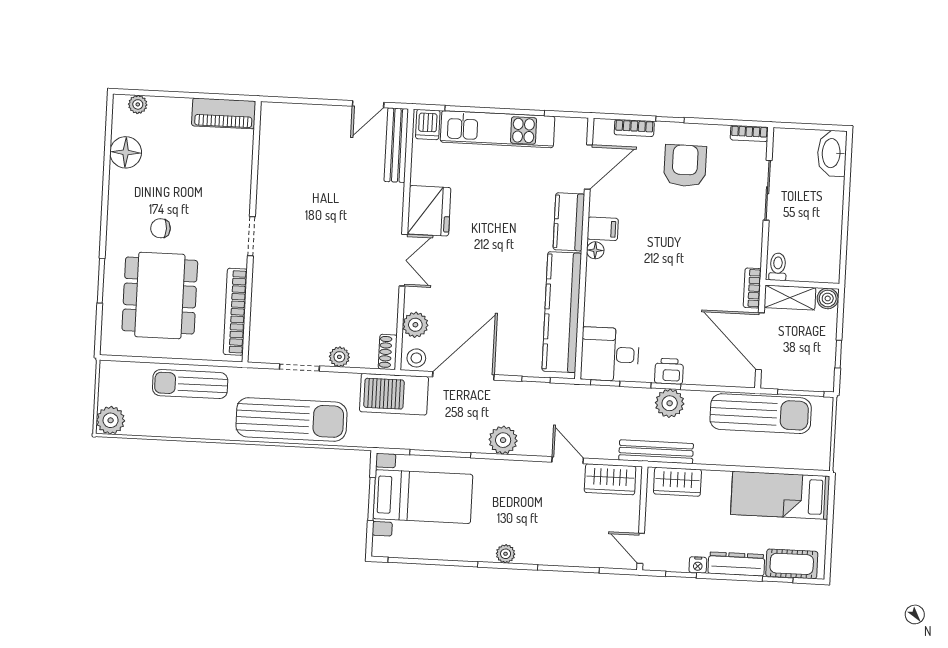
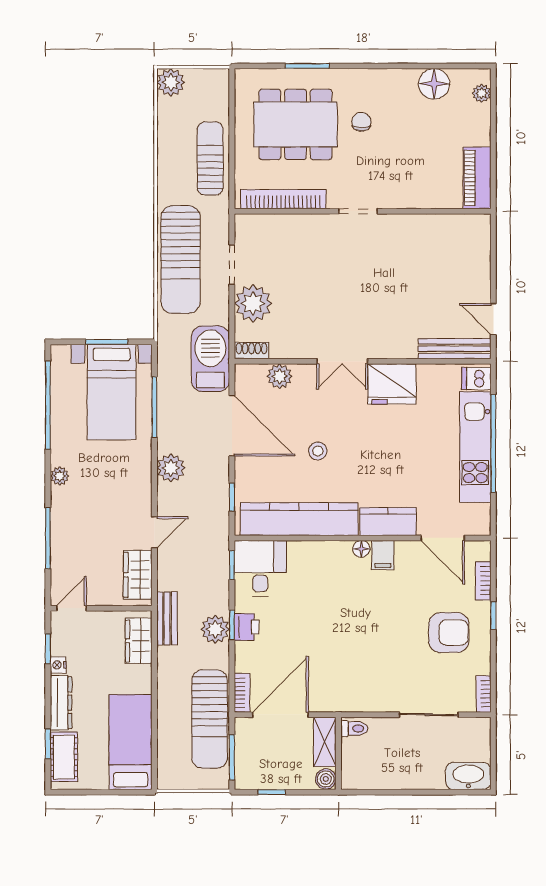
bookcase: (752, 288) -> (242, 693), moved, turned 90
plant: (339, 357) -> (253, 303), width x1.87, depth x1.87
stool: (416, 358) -> (318, 451), moved
bench: (656, 452) -> (167, 618), width x0.73

